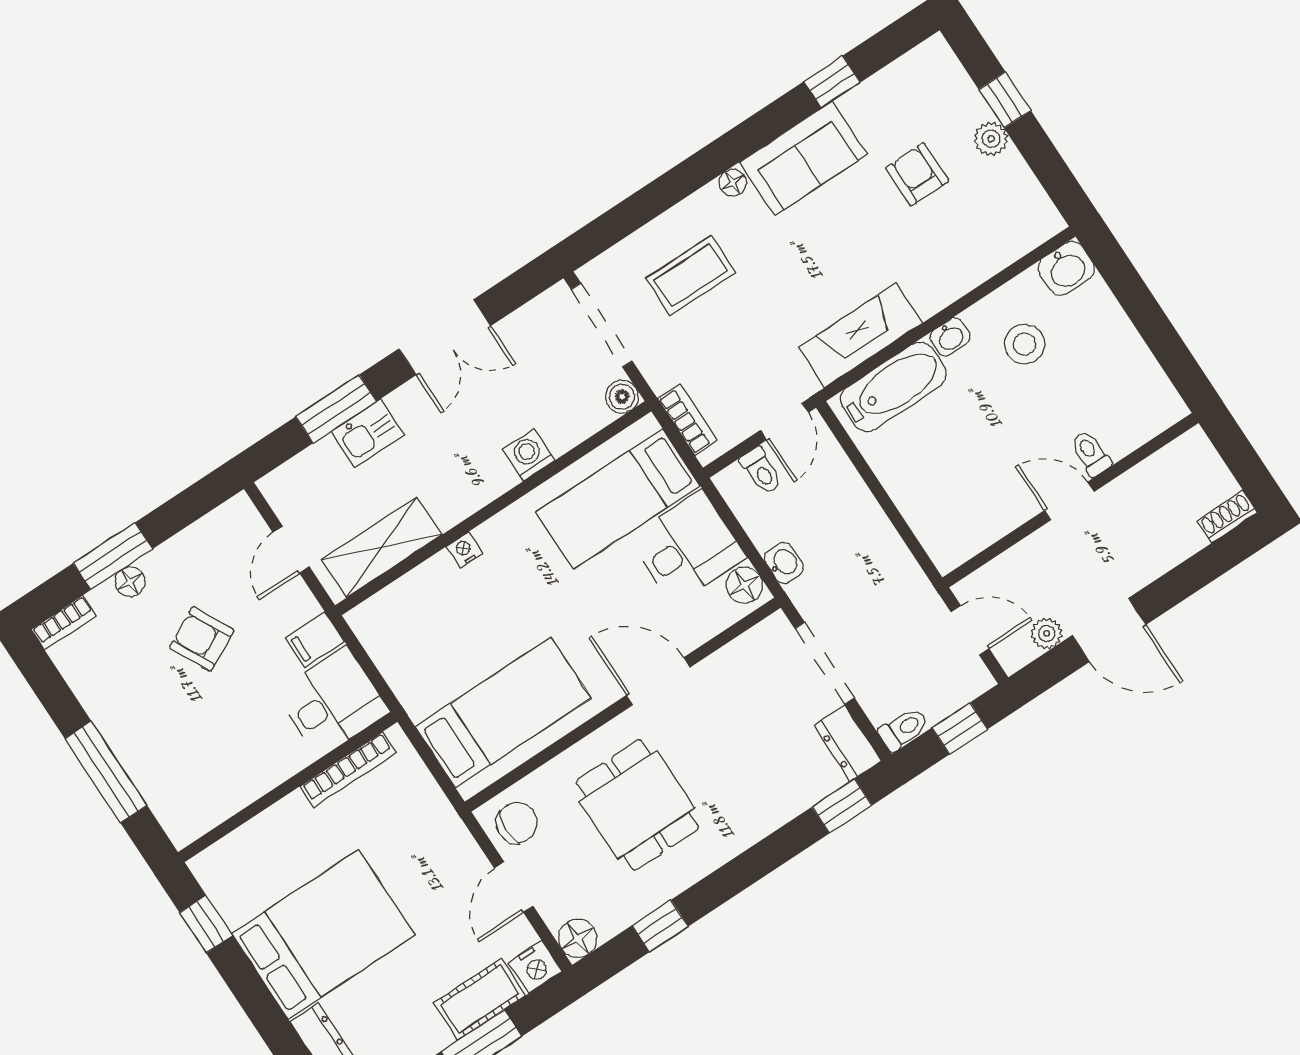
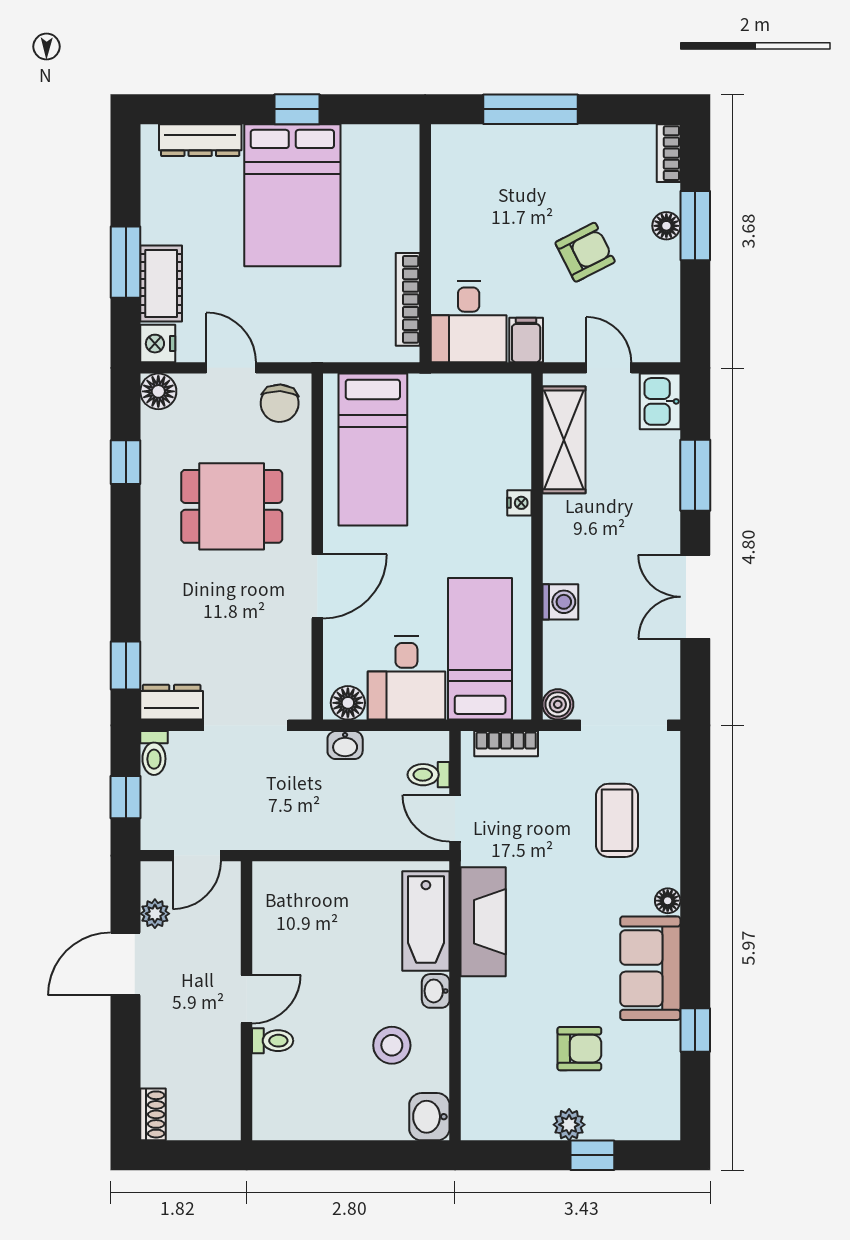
kitchen sink: (368, 433) -> (660, 401), moved
window: (206, 924) -> (297, 109), moved

